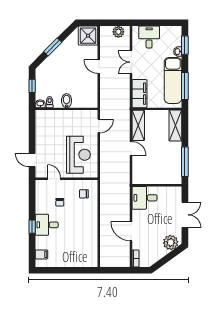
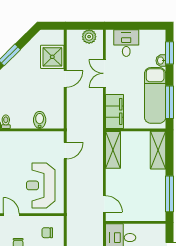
shower: (88, 36) -> (52, 57), moved
door: (99, 67) -> (65, 79), swing flipped
bidet: (67, 101) -> (40, 120), moved
door: (131, 148) -> (104, 204), moved
reception desk: (78, 155) -> (41, 185), turned 180

